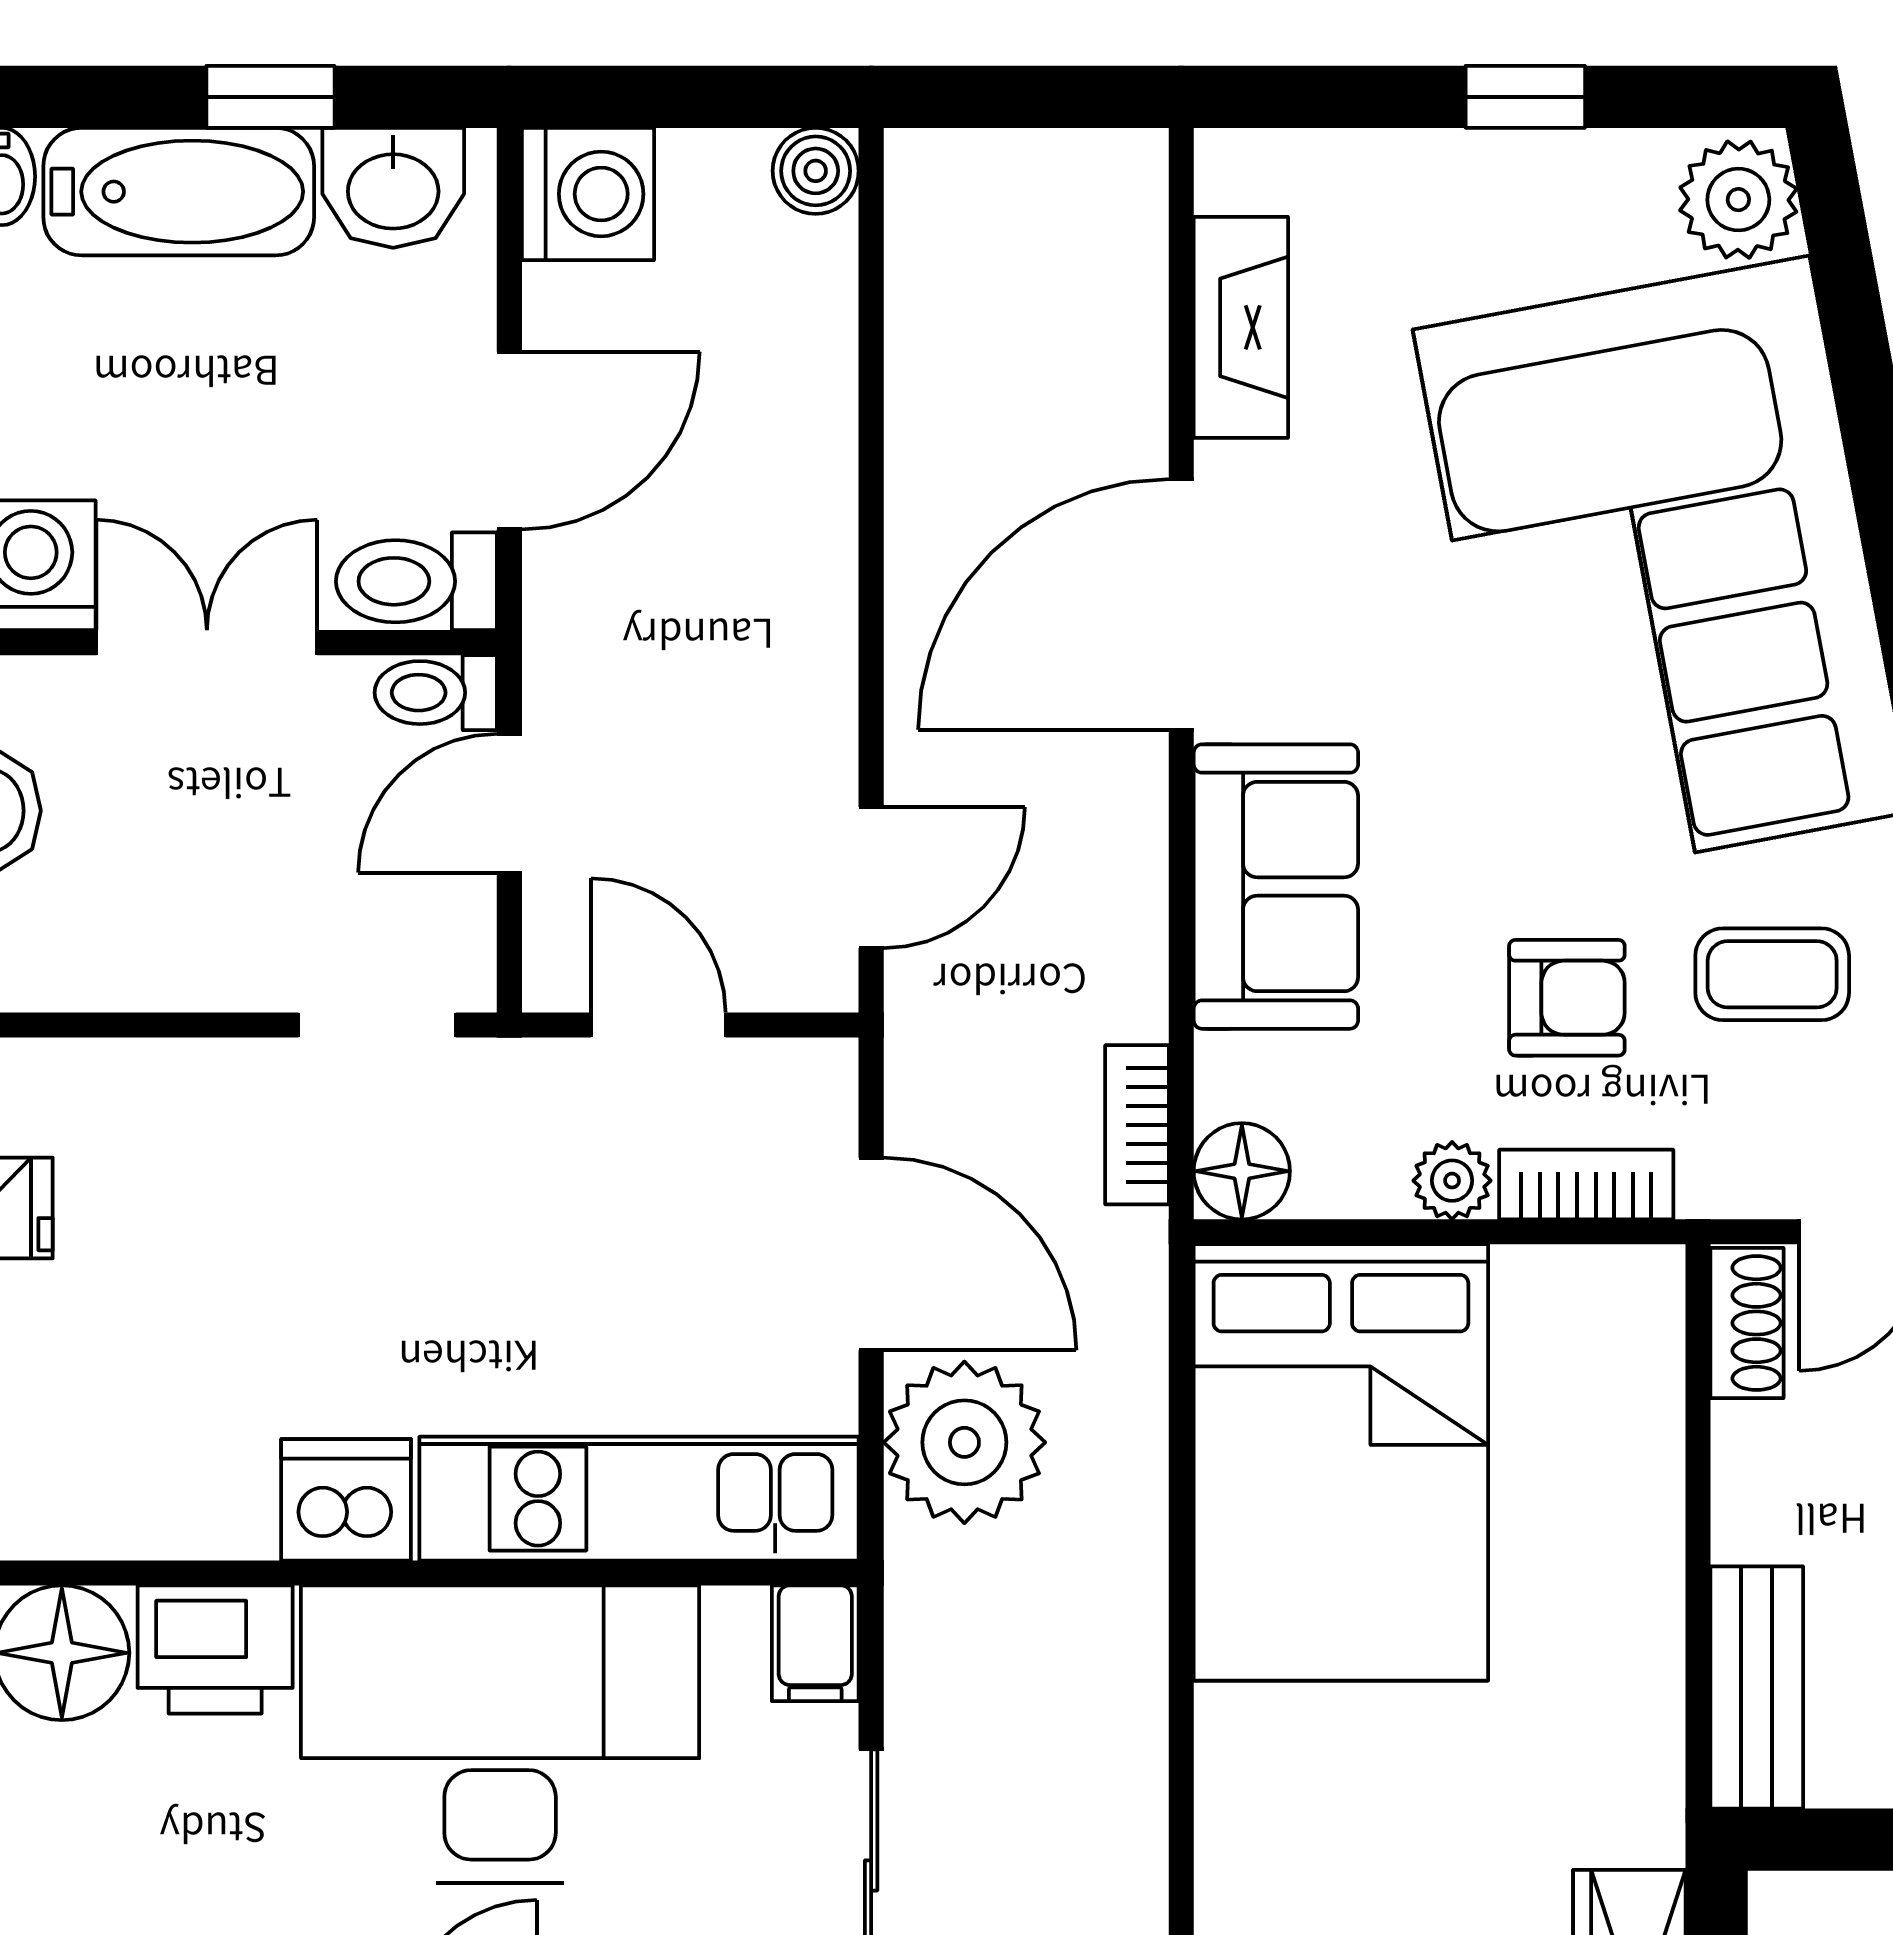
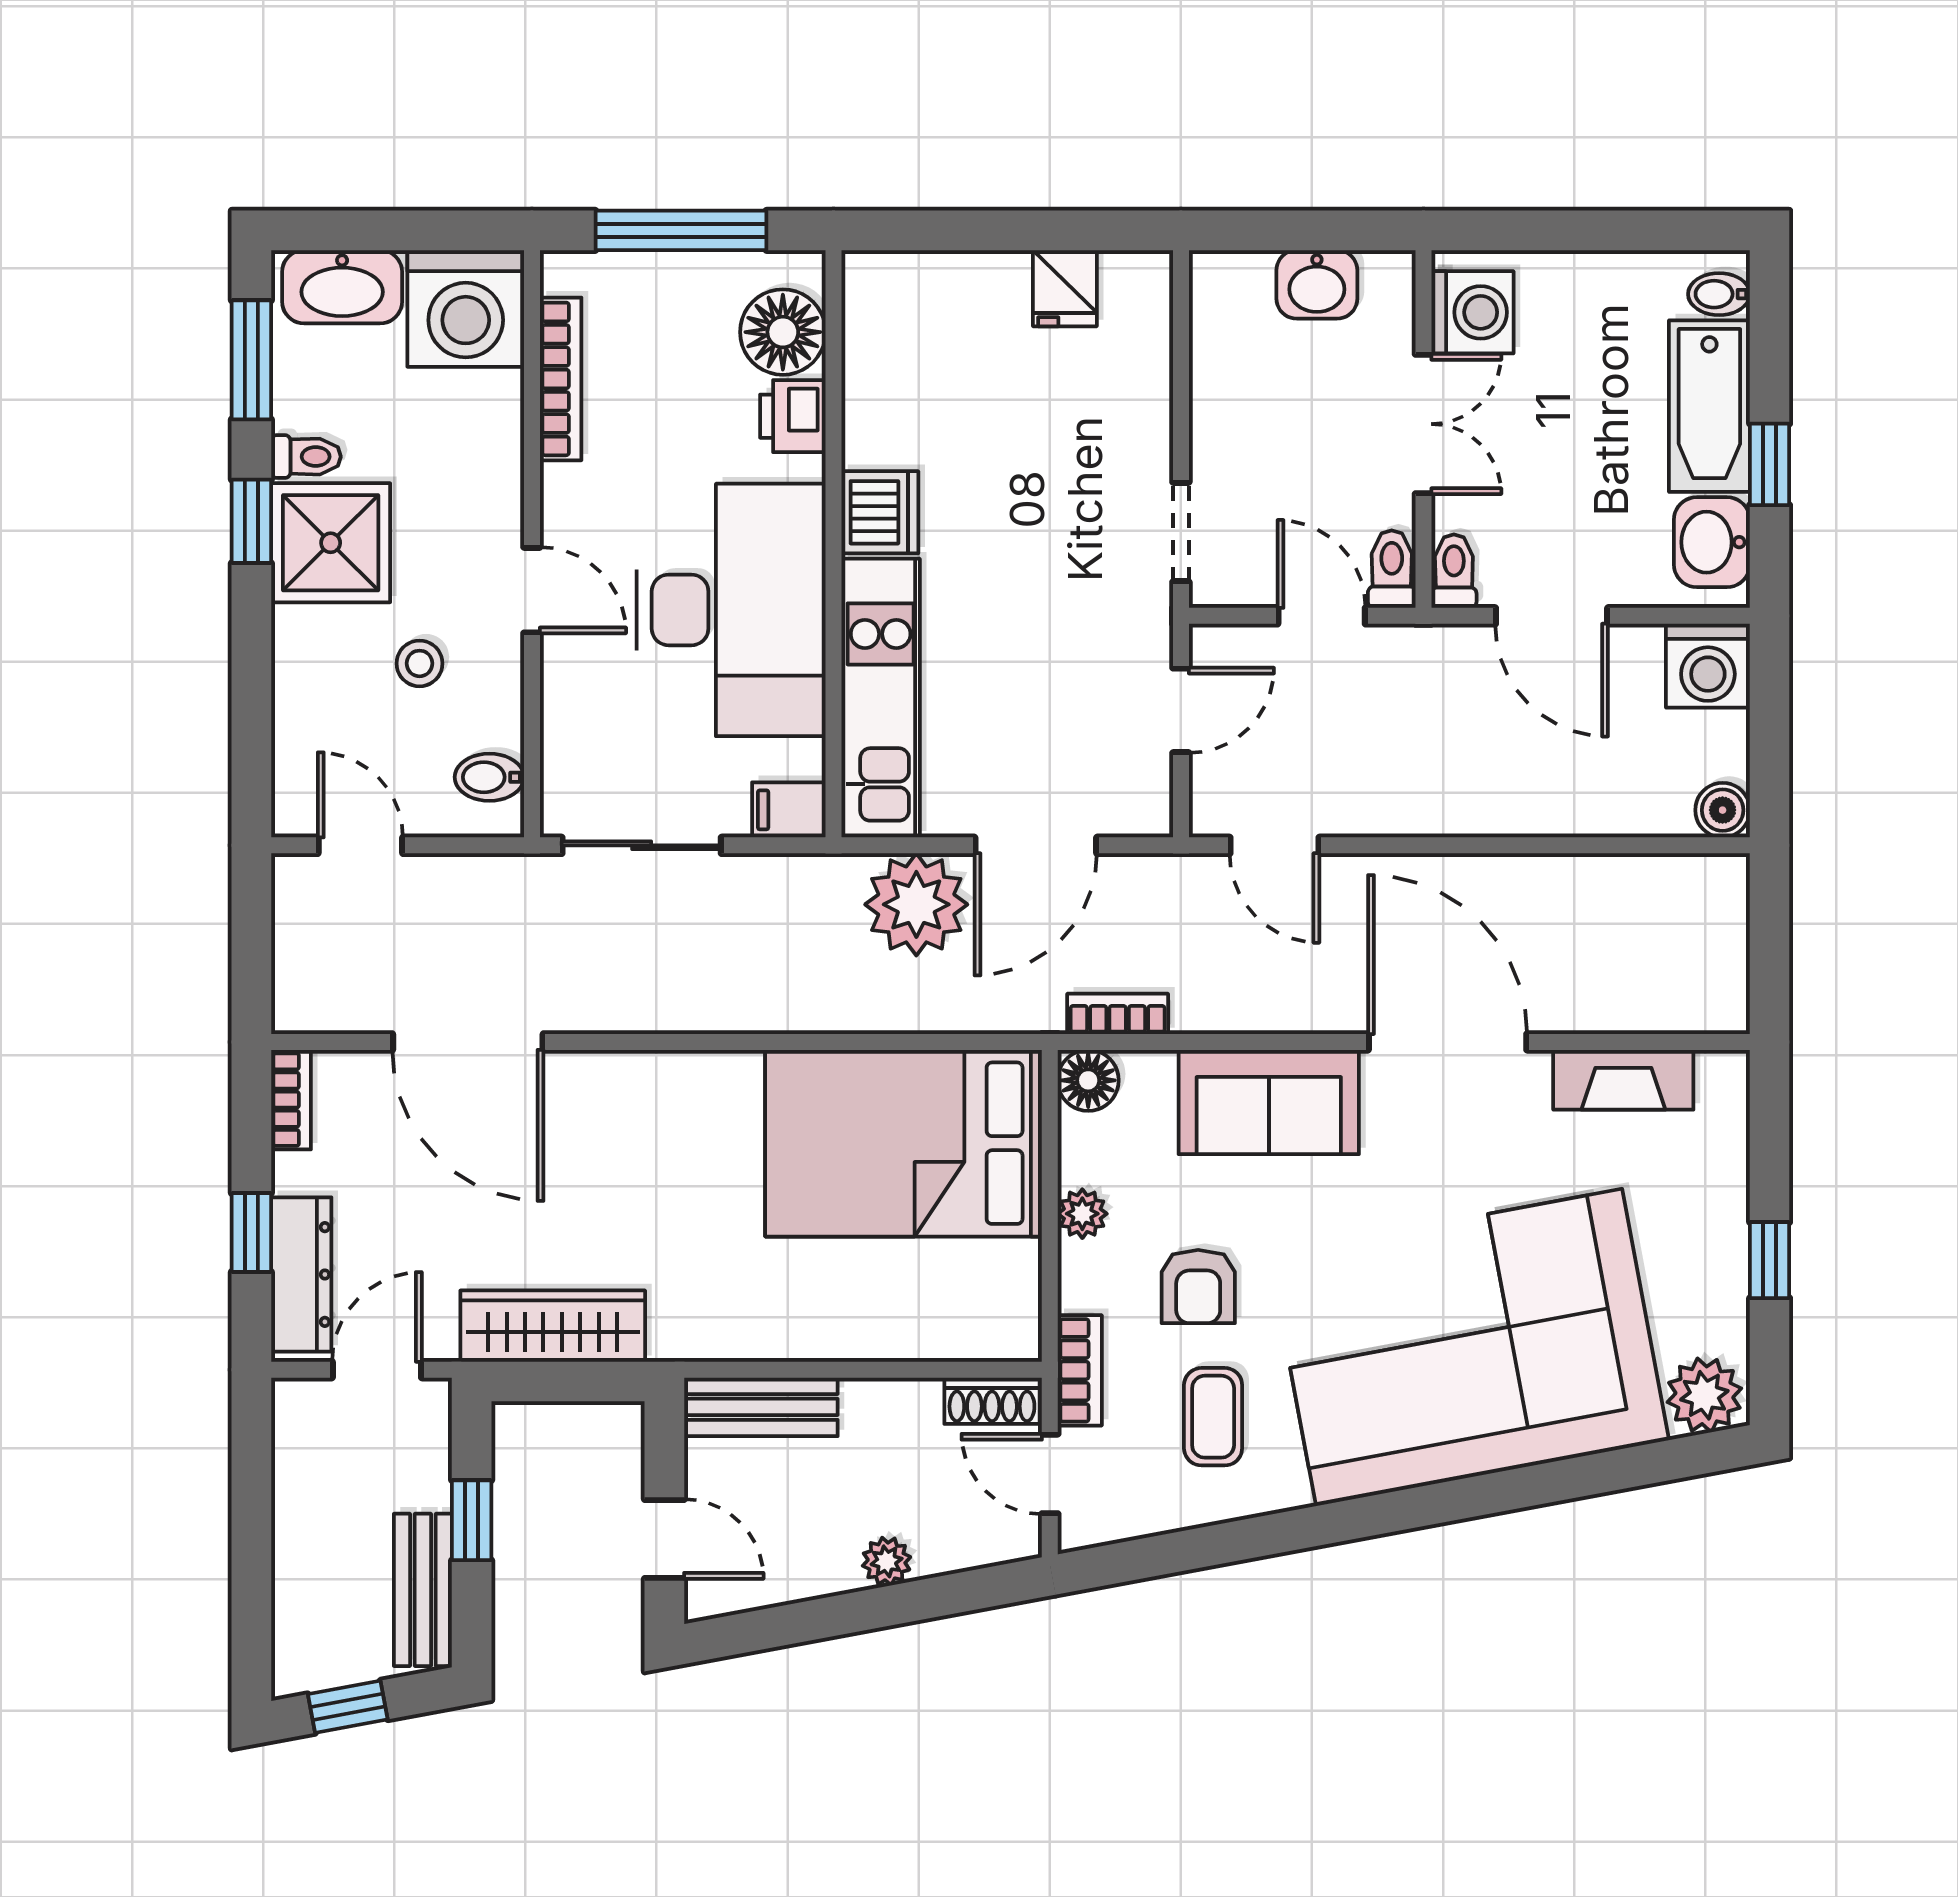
toilet: (416, 581) -> (1454, 571), width x0.73, depth x0.72
bookcase: (1586, 1185) -> (1080, 1370), moved
printer: (215, 1649) -> (793, 416), width x0.73, depth x0.81

